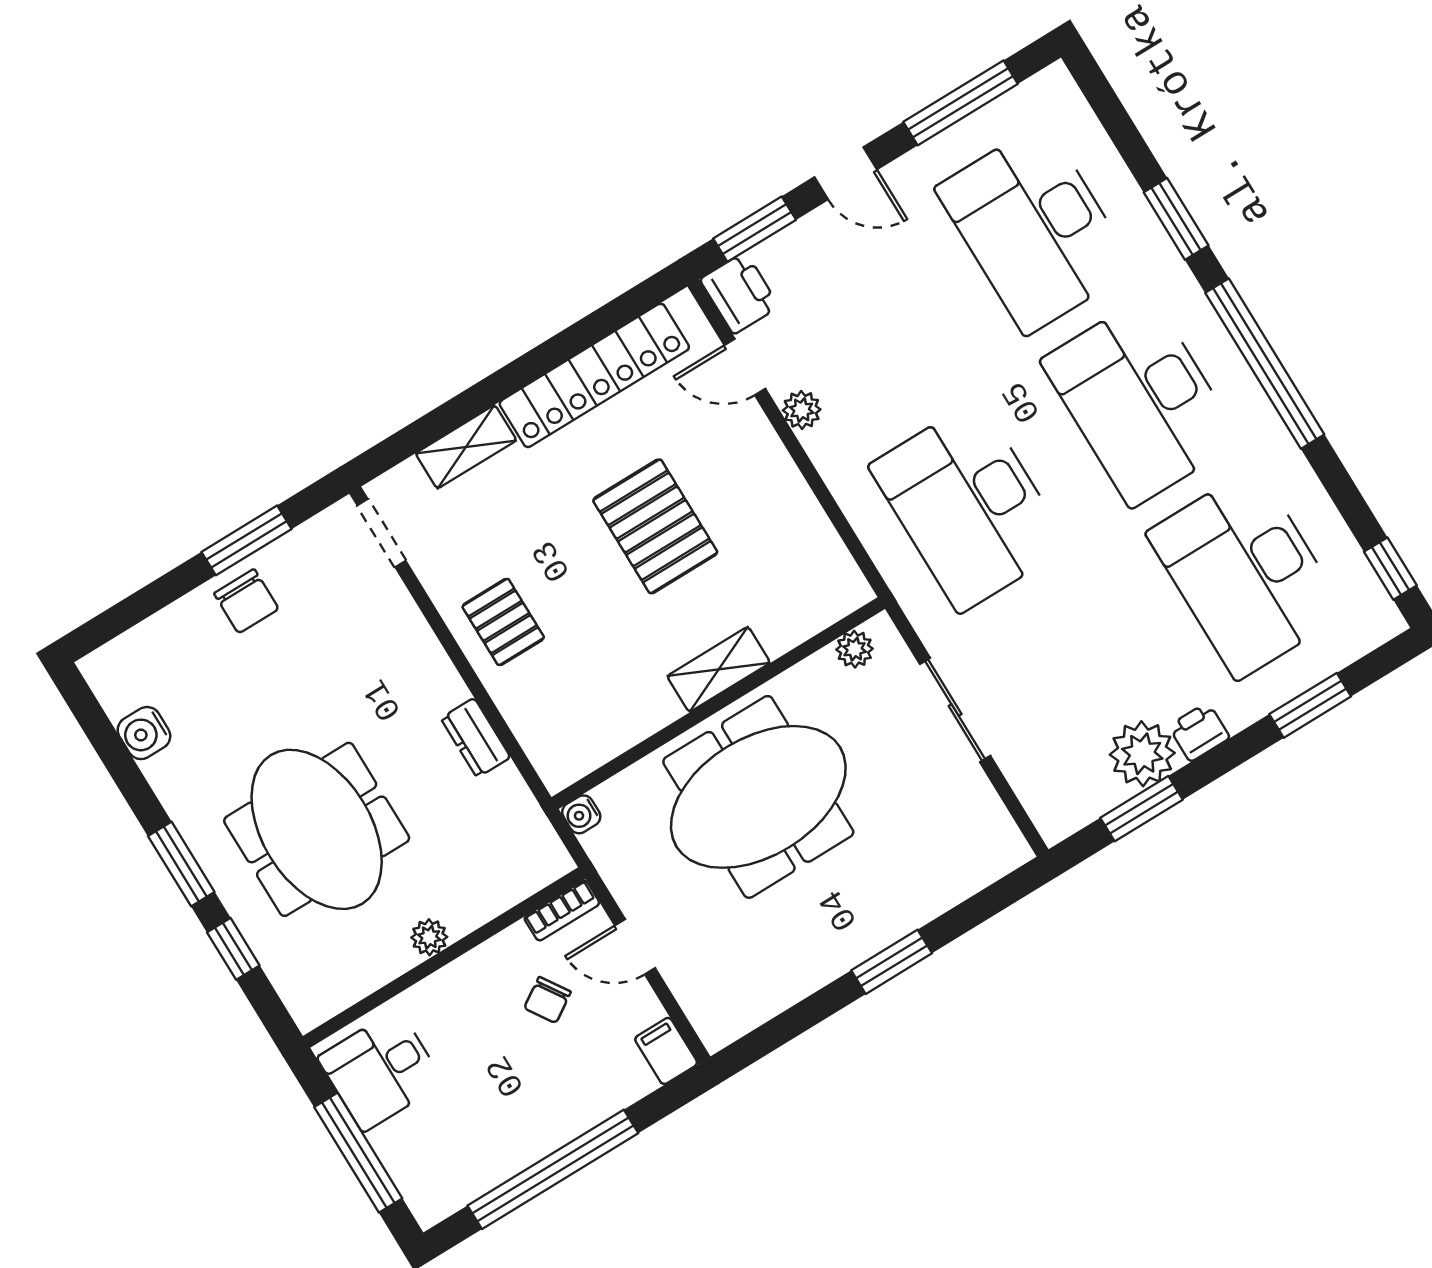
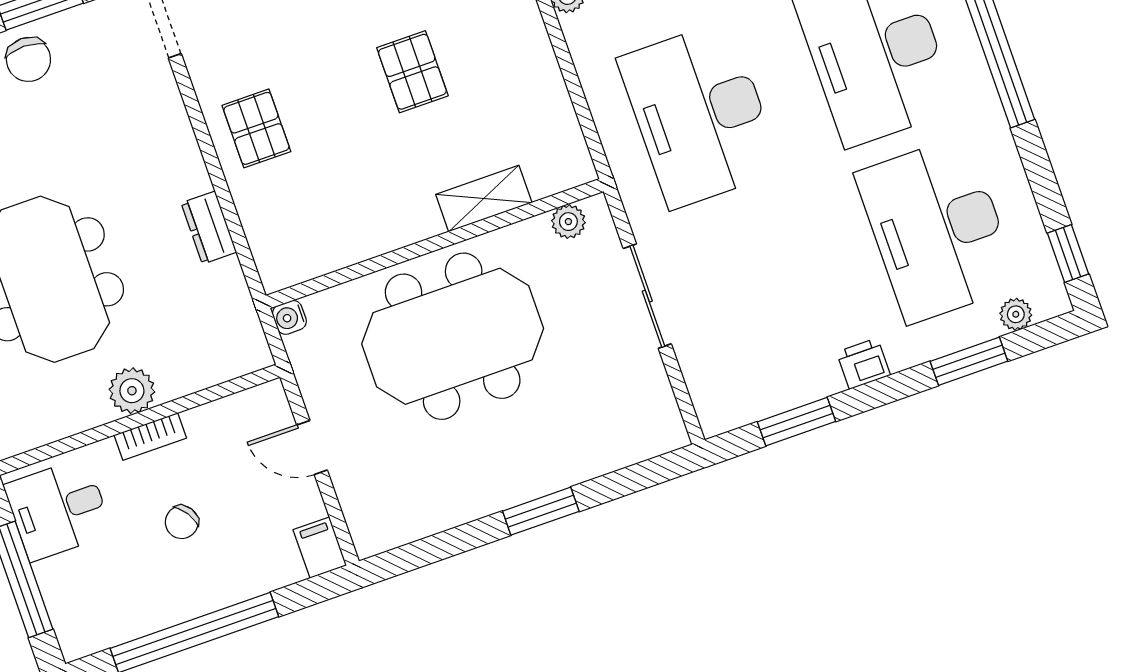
pallet: (655, 526) -> (412, 72), width x0.67, depth x0.71
shelving: (719, 669) -> (484, 199), moved
plant: (1142, 754) -> (1016, 314), moved, width x0.53, depth x0.53
bookcase: (562, 911) -> (150, 437), moved
plant: (429, 937) -> (132, 391), width x1.38, depth x1.38
chair: (548, 1000) -> (182, 522), moved

